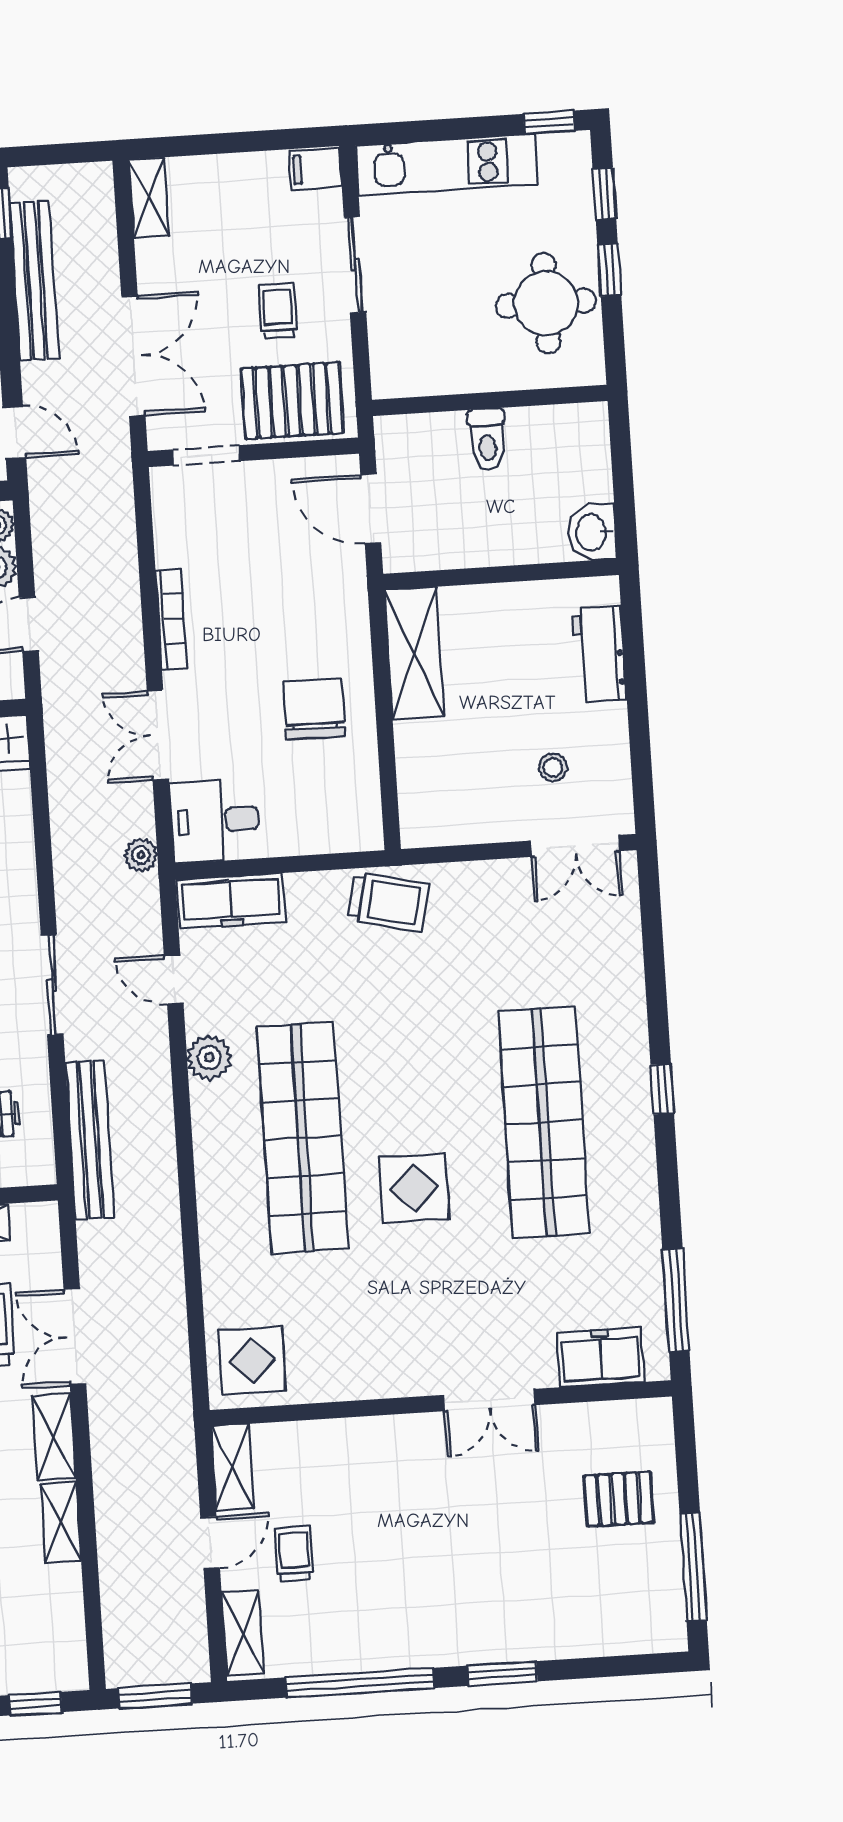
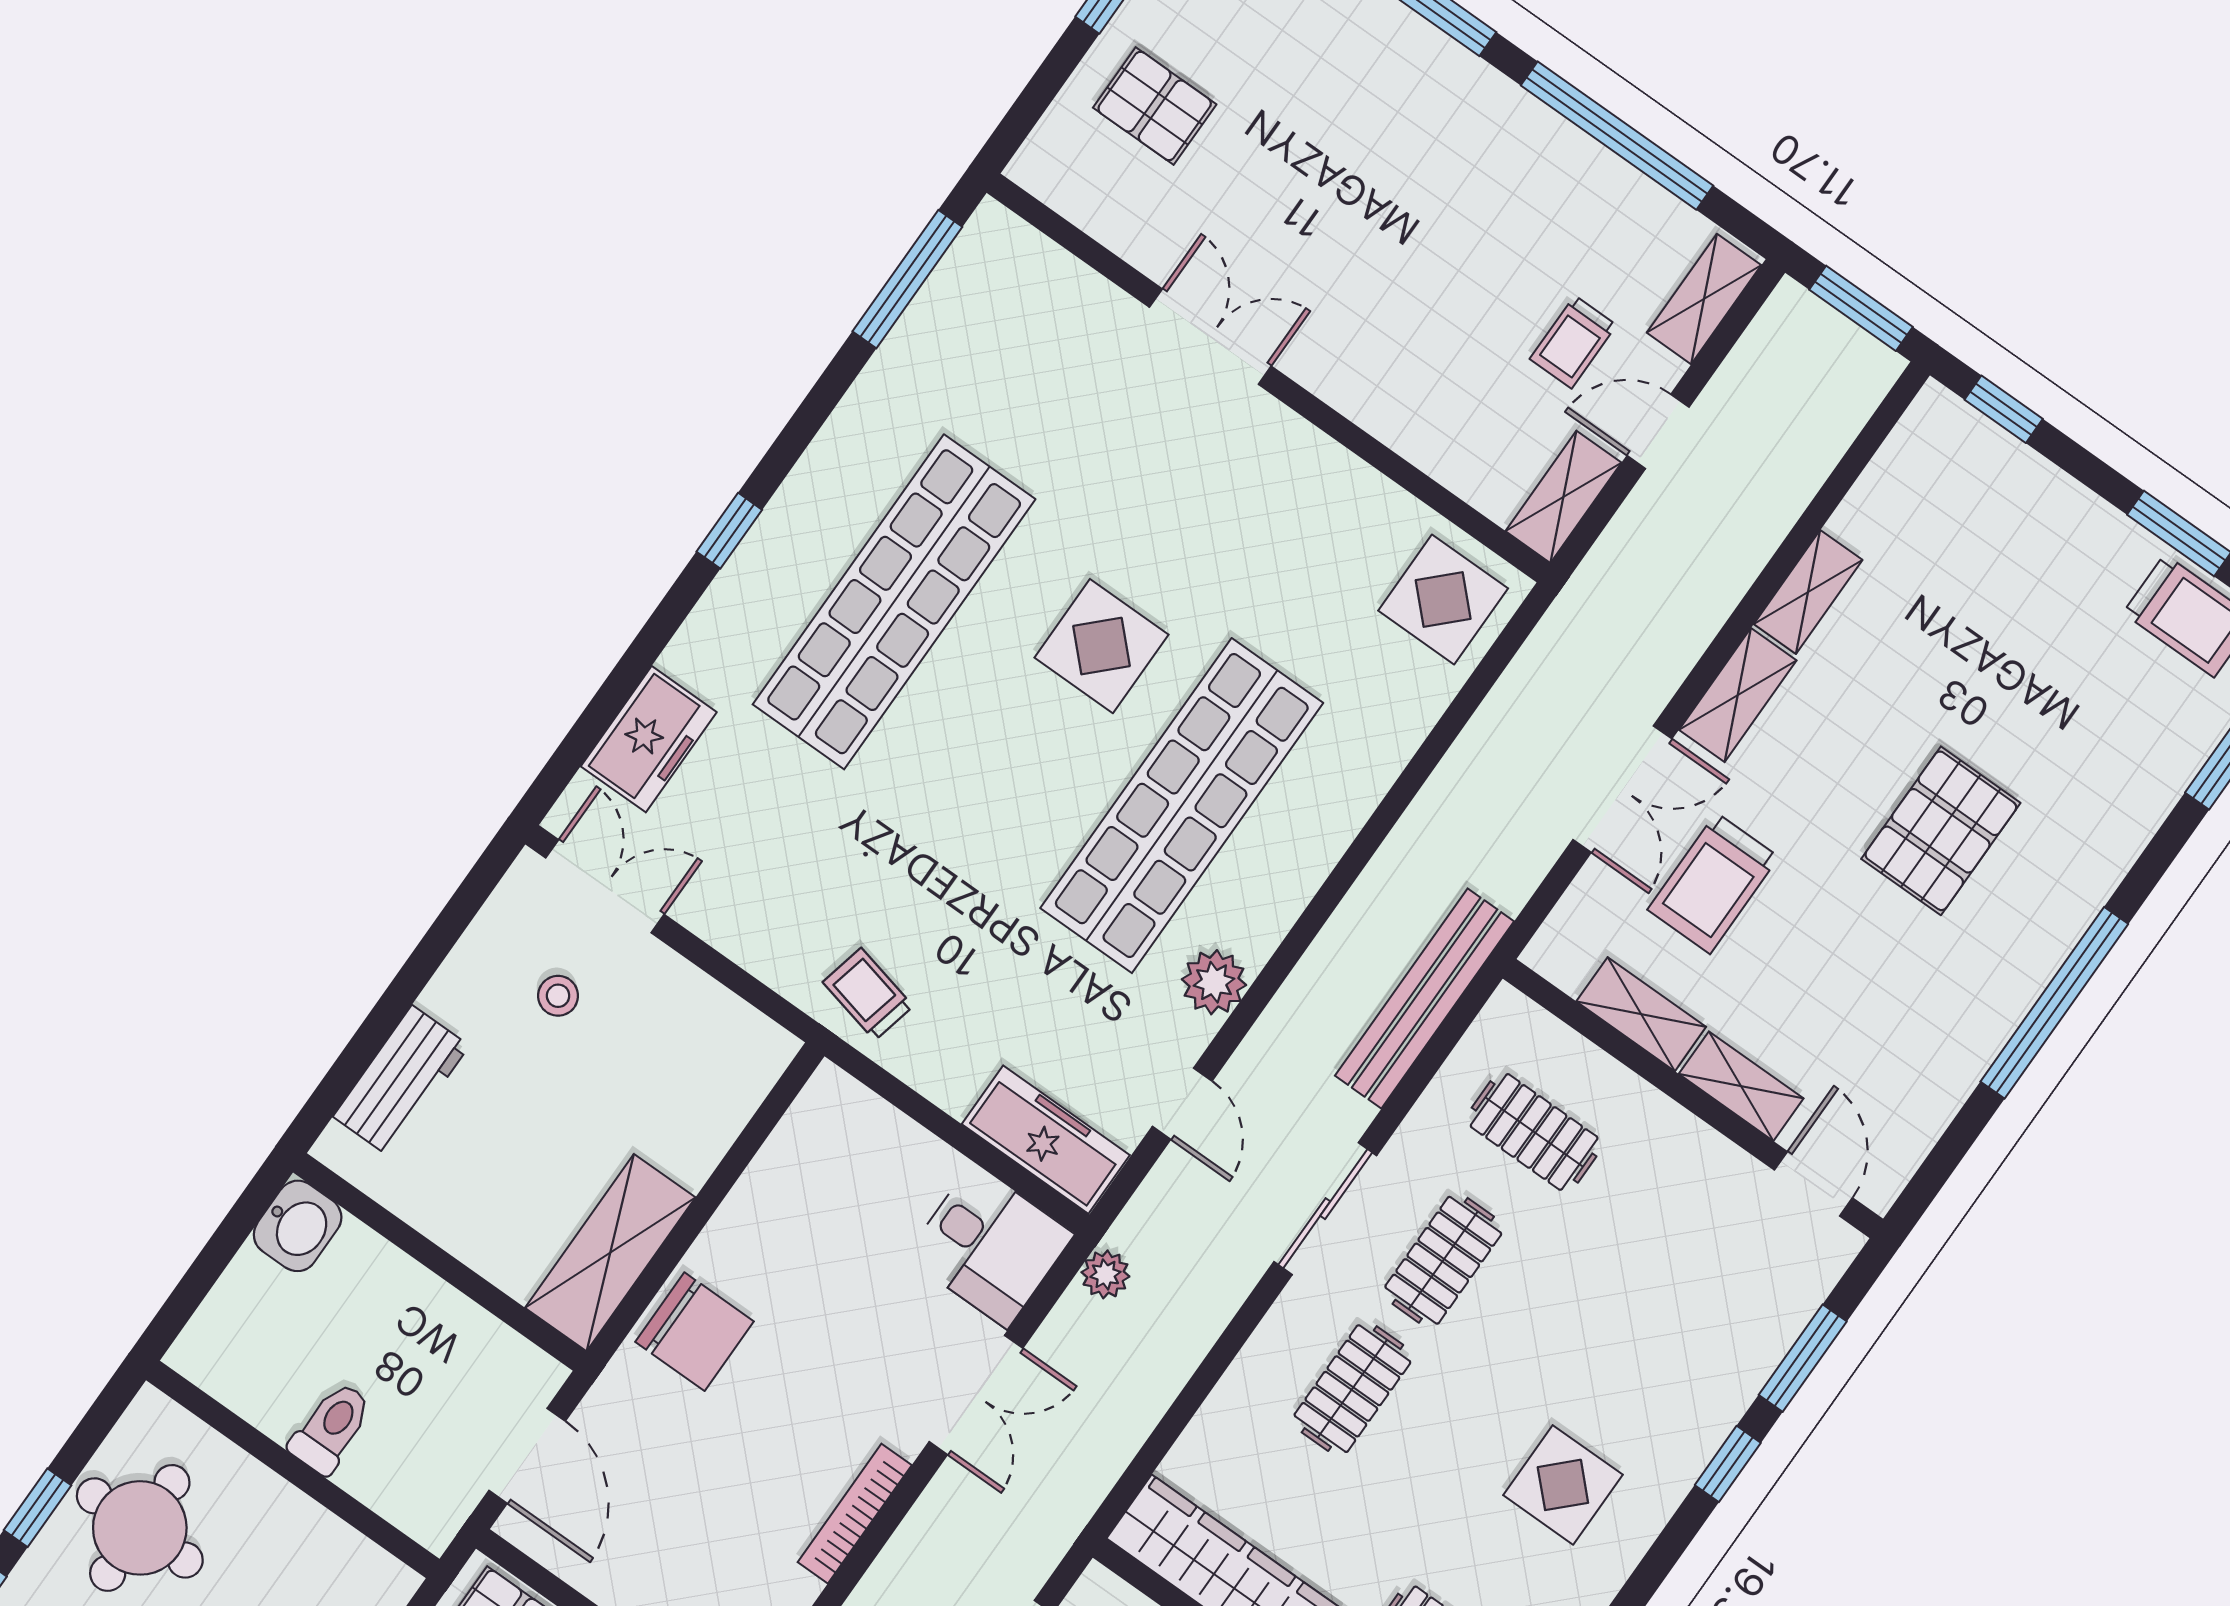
chair: (314, 709) -> (694, 1332), moved, turned -90
trolley: (388, 902) -> (868, 994), width x0.73, depth x0.72
freezer: (601, 1357) -> (649, 739), moved, turned -90

